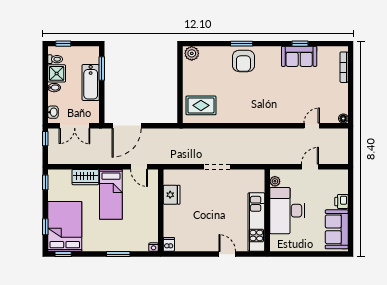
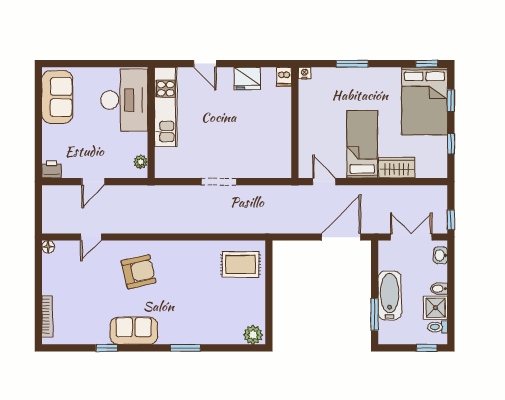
sofa: (299, 56) -> (134, 331), moved
armchair: (243, 61) -> (139, 272), moved, turned 77
window: (45, 182) -> (451, 144), moved
fridge: (172, 195) -> (247, 78), moved, turned -90
printer: (341, 201) -> (52, 169), moved, turned -90
desk: (287, 211) -> (124, 100), moved

